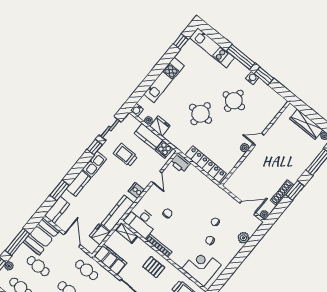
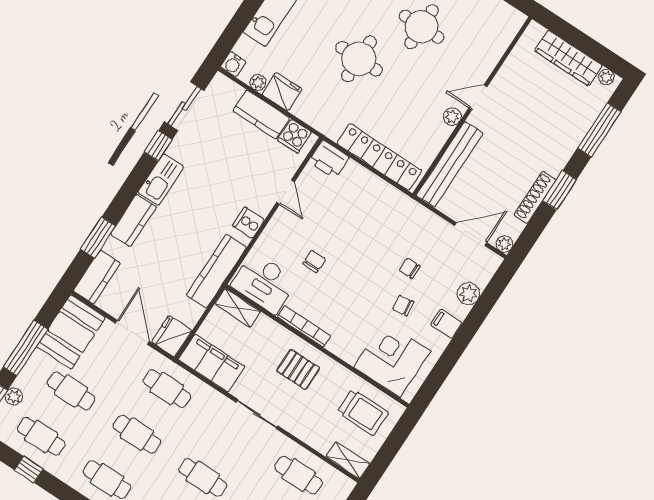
trolley: (125, 155) -> (220, 155), removed
bench: (241, 172) -> (450, 164), added
fridge: (100, 234) -> (172, 336), moved
filing cabinet: (231, 252) -> (446, 324), added

